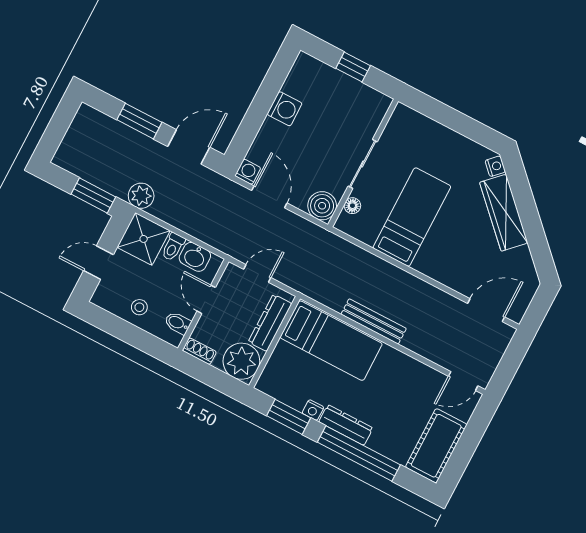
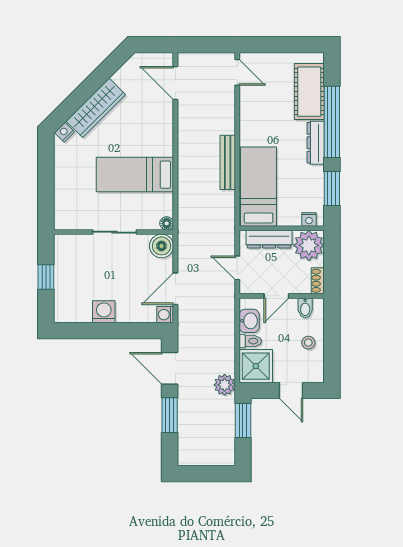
floor lamp: (352, 206) -> (167, 223), moved
nightstand: (313, 410) -> (309, 220), moved, turned 90
cot: (436, 446) -> (309, 92), moved, turned 90

